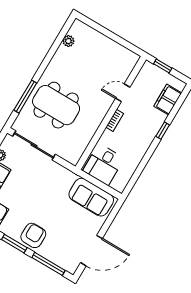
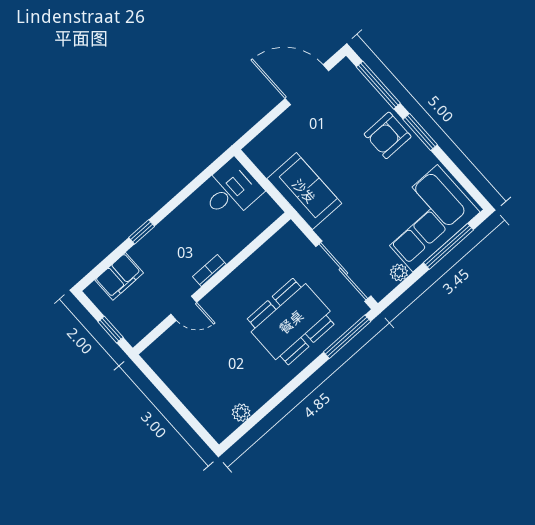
window: (25, 97) -> (347, 337), moved
dining table: (56, 105) -> (291, 322), turned 90
desk: (103, 165) -> (231, 190), moved
sofa: (91, 197) -> (304, 191), moved

